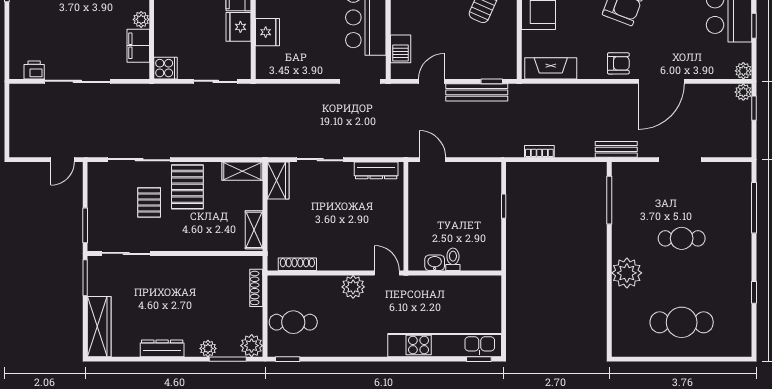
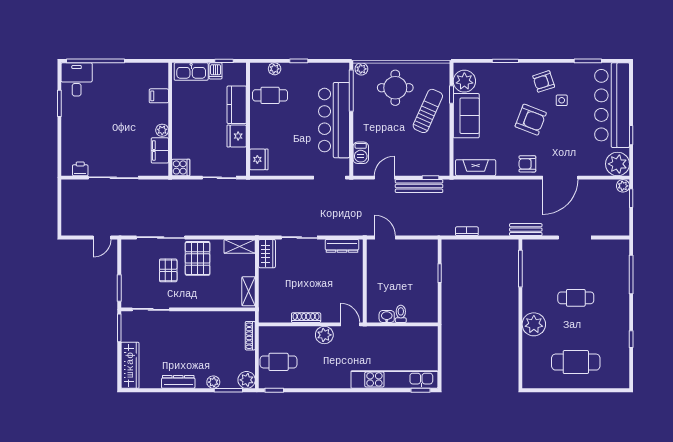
fridge: (268, 32) -> (259, 159), moved
armchair: (618, 63) -> (527, 164), turned 180
plant: (743, 71) -> (618, 164), width x1.87, depth x1.87
shoe rack: (297, 264) -> (306, 318), moved

